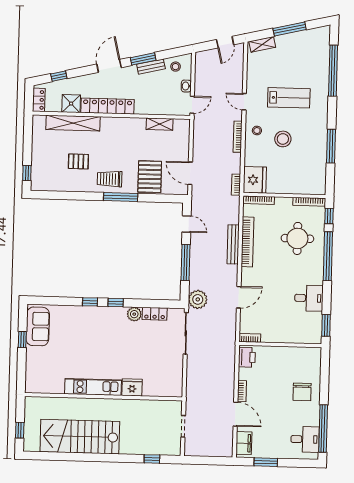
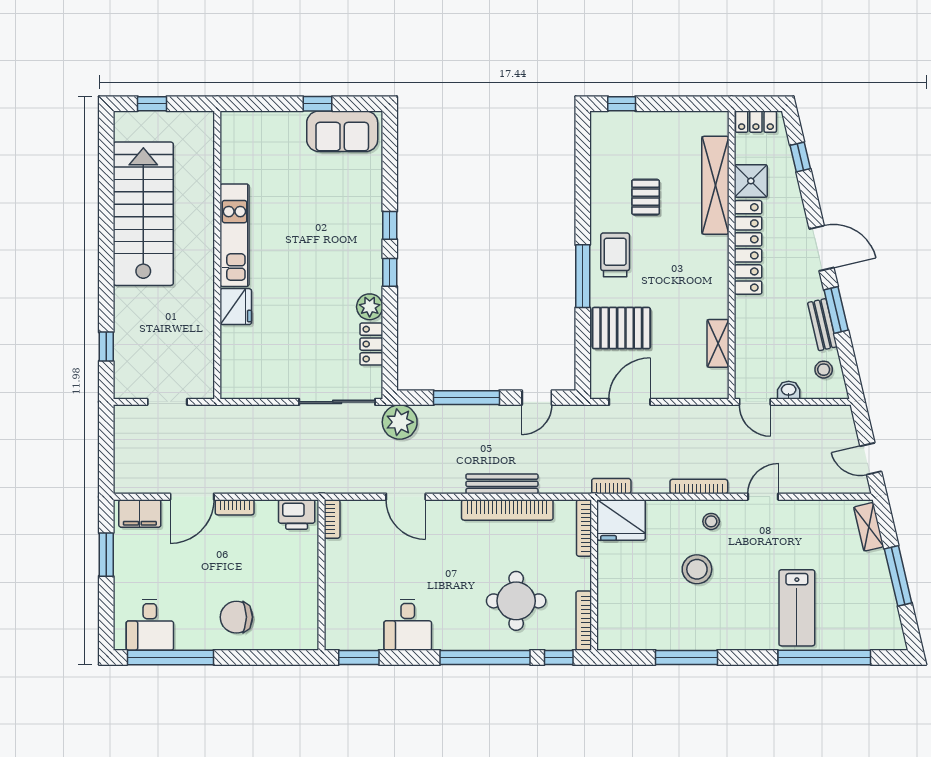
lab bench: (289, 98) -> (797, 608), moved

